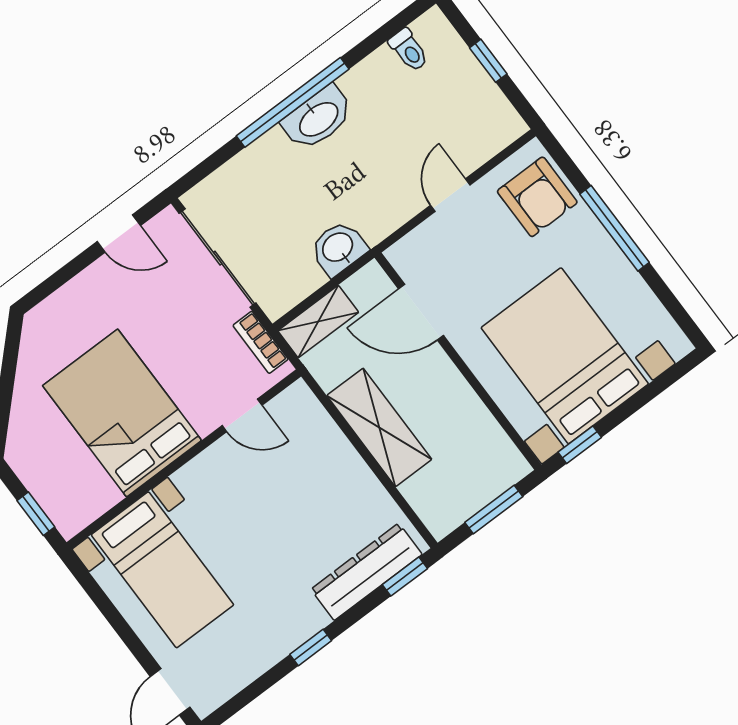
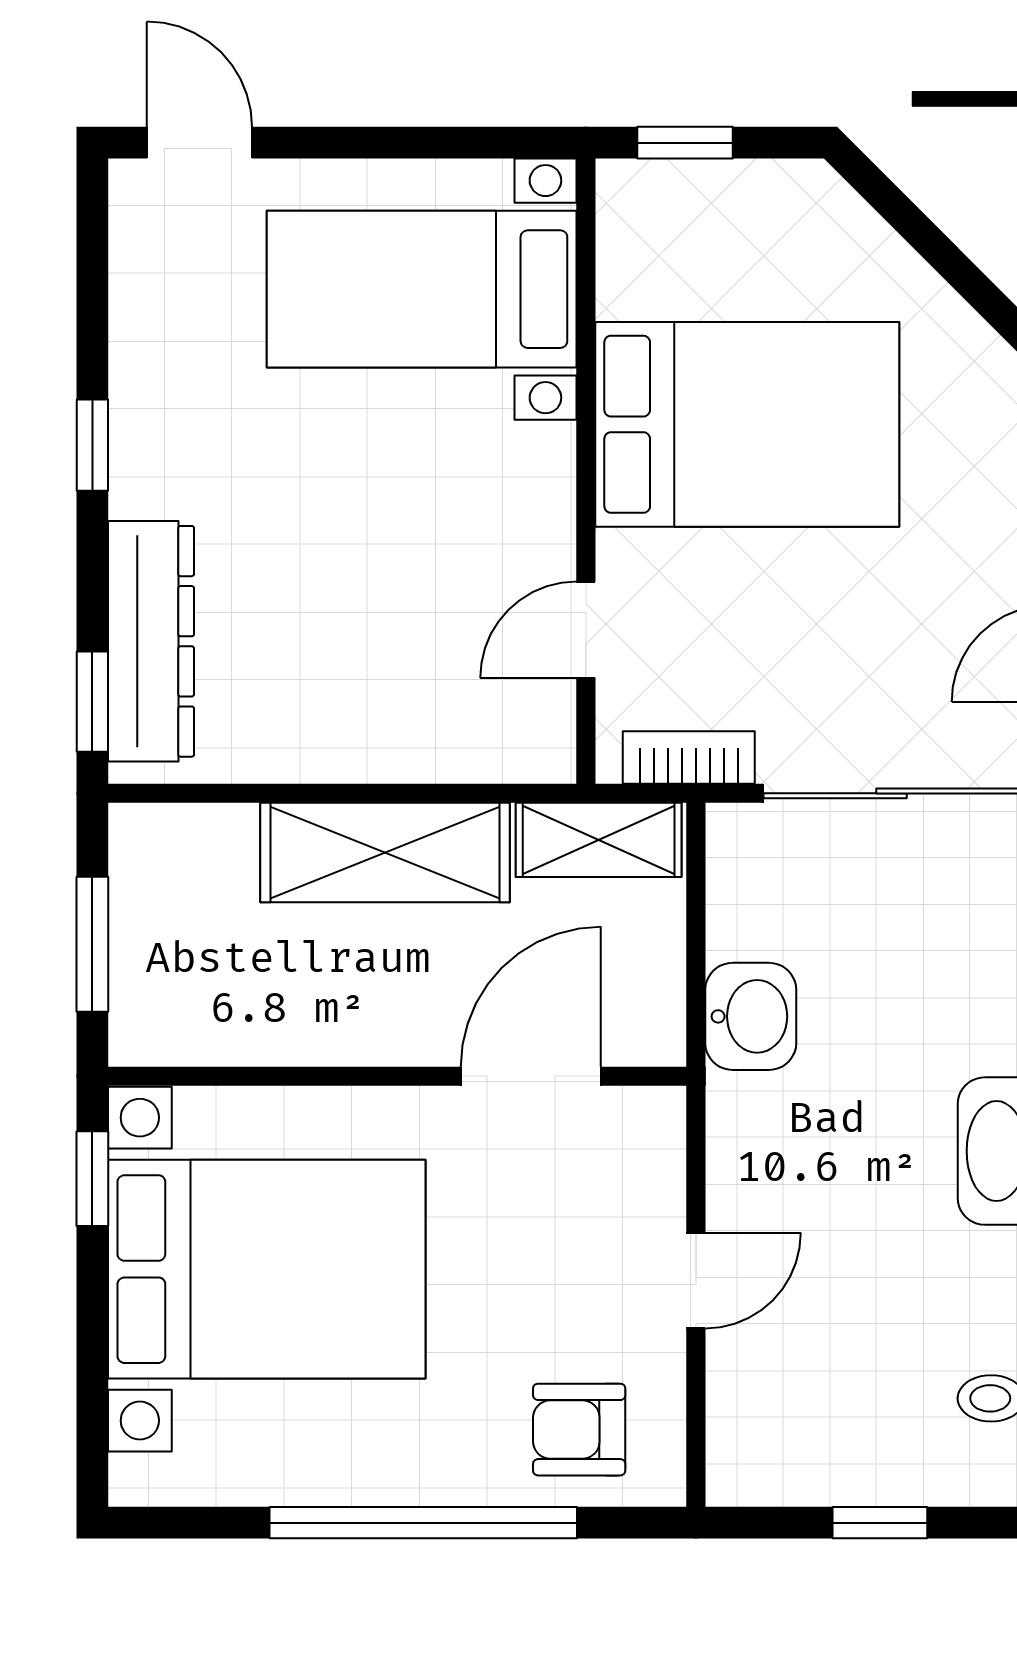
door: (450, 195) -> (696, 1281), hinge flipped
armchair: (537, 197) -> (579, 1430), width x0.72, depth x0.72
window: (614, 228) -> (423, 1523), width x1.46
shelving: (318, 321) -> (599, 840), moved, turned 90

